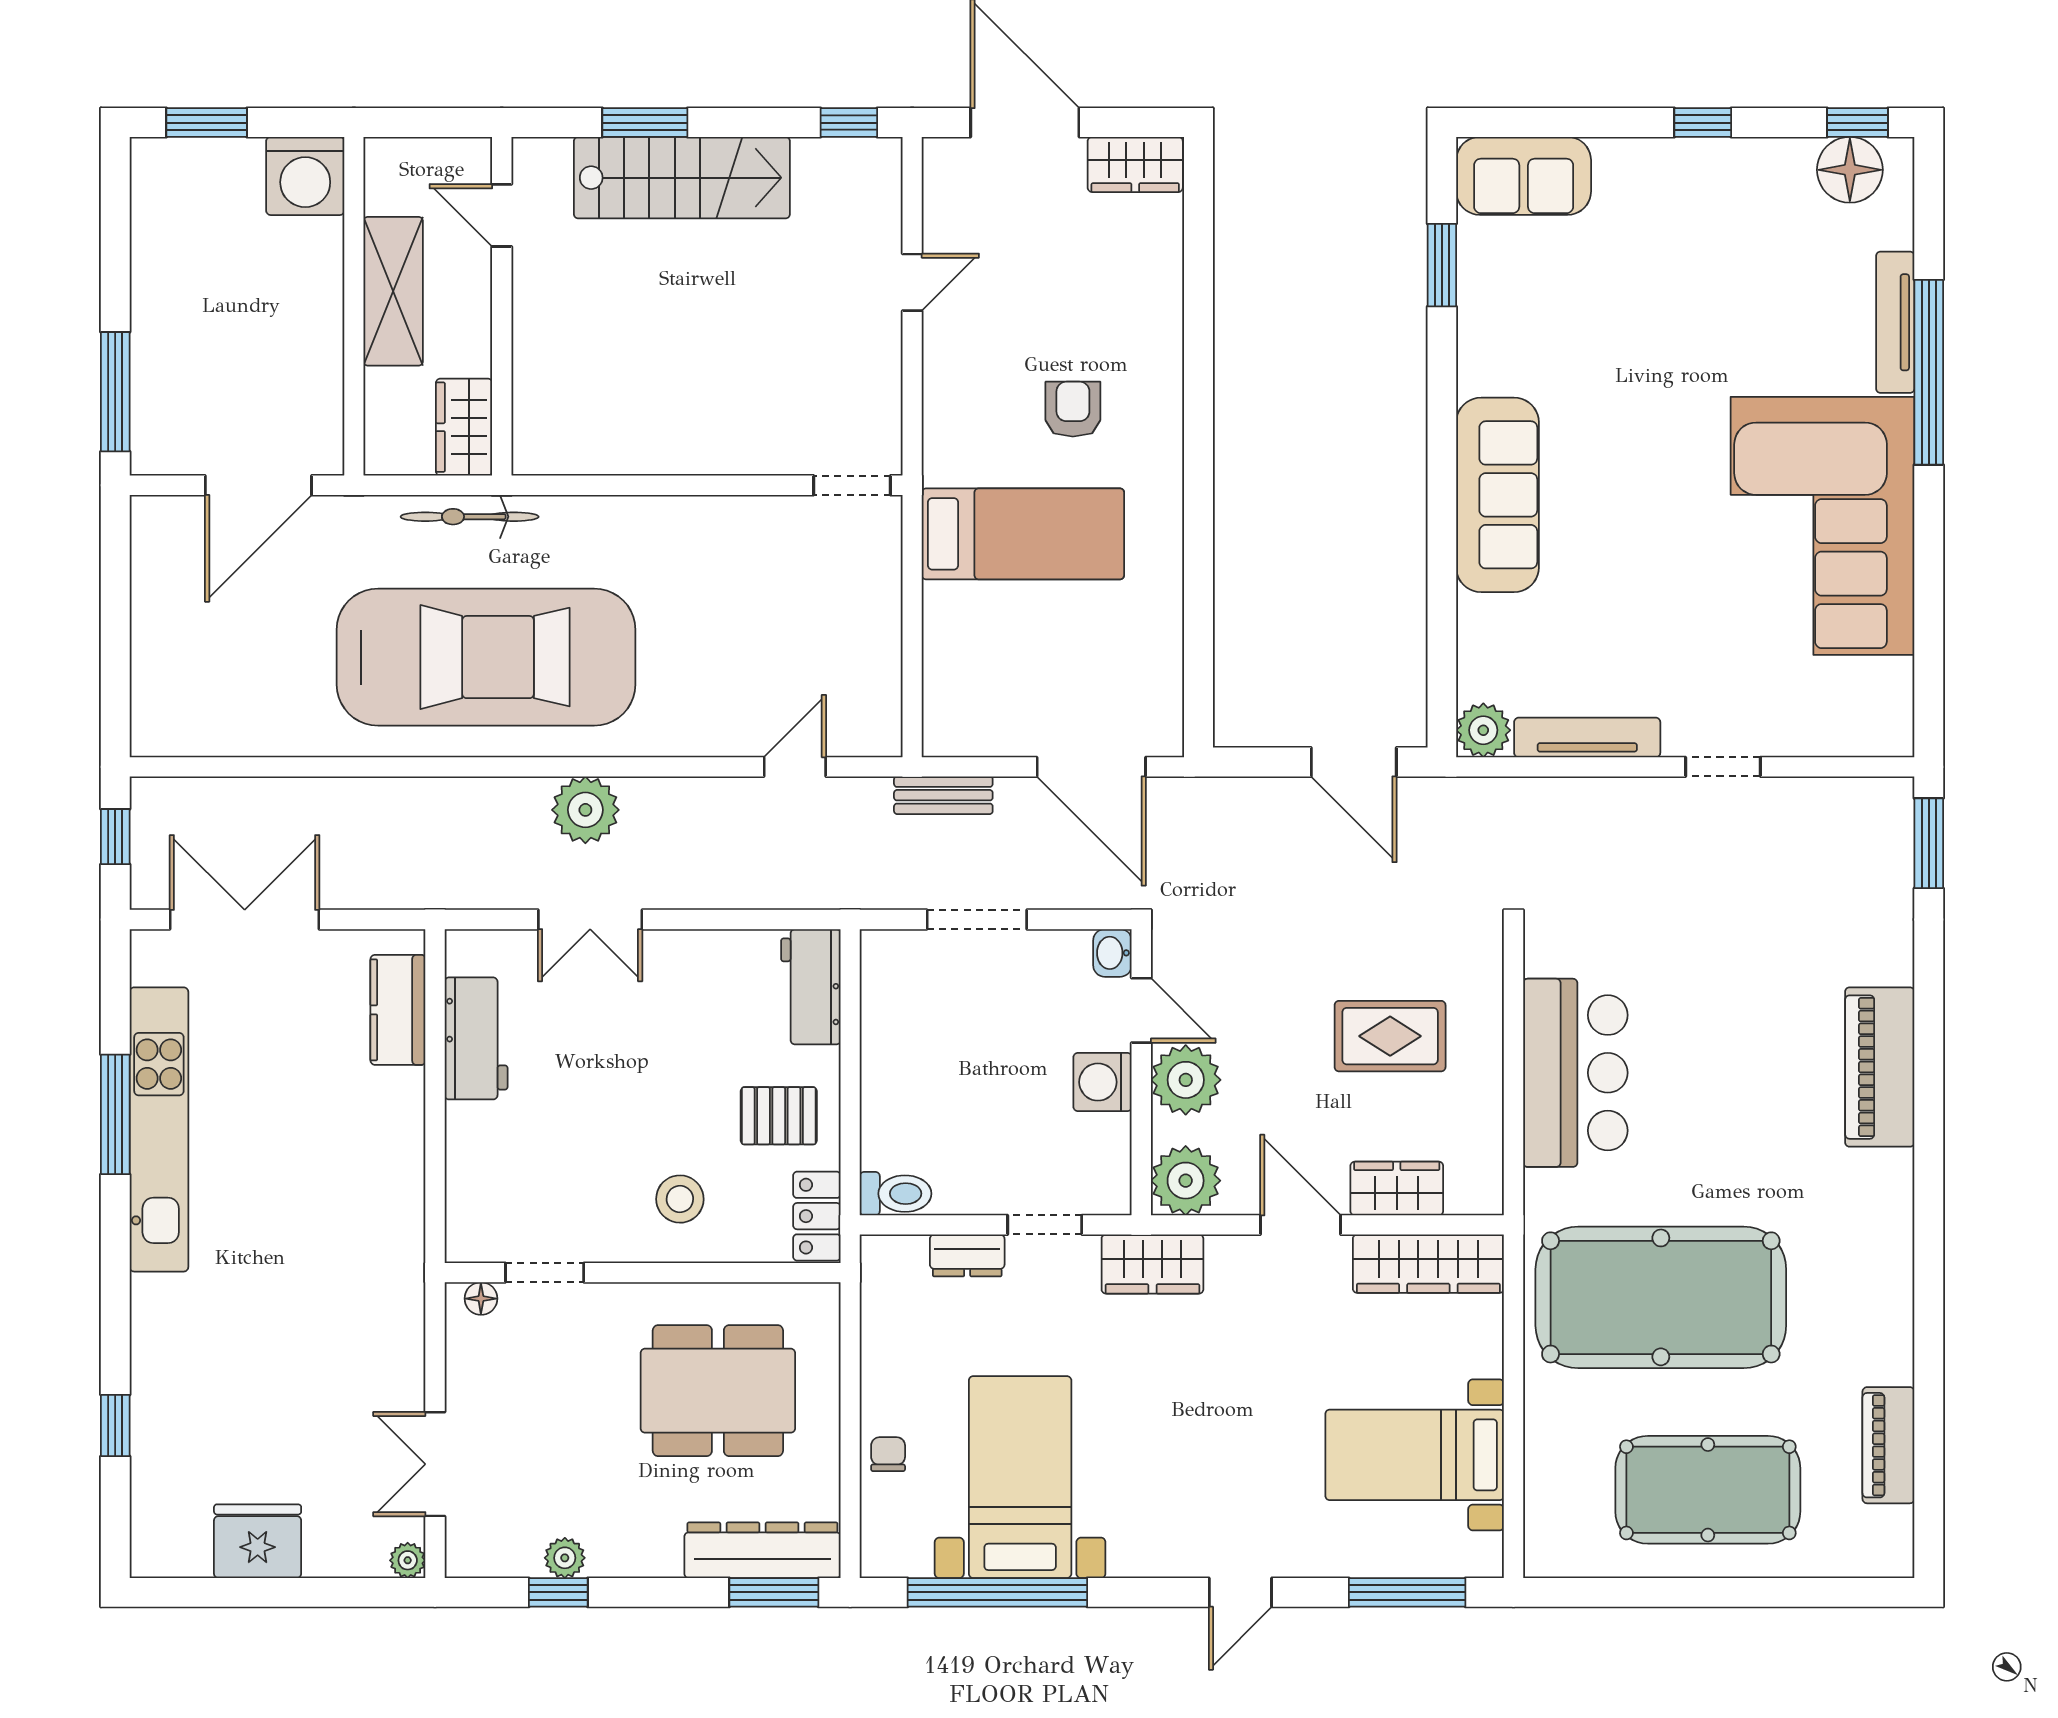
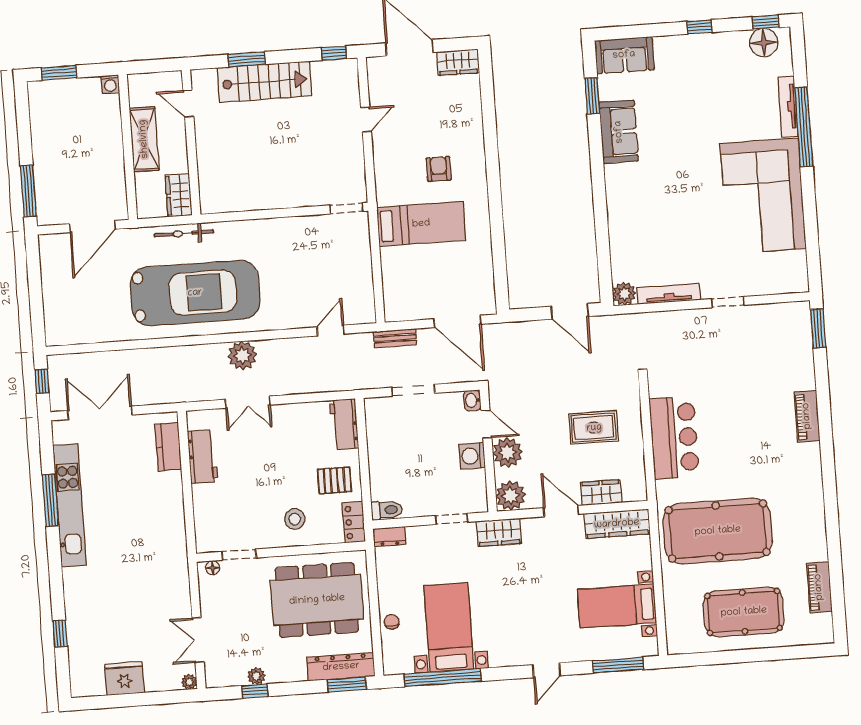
washing machine: (305, 176) -> (110, 84), width x0.53, depth x0.53
sofa: (1498, 495) -> (619, 132), moved, width x0.73
piano: (1880, 1067) -> (807, 416), width x0.73, depth x0.75
dresser: (967, 1255) -> (389, 537), moved
dining table: (718, 1391) -> (317, 600), width x1.36, depth x1.24

